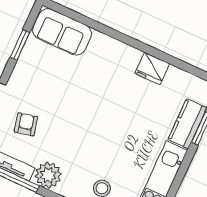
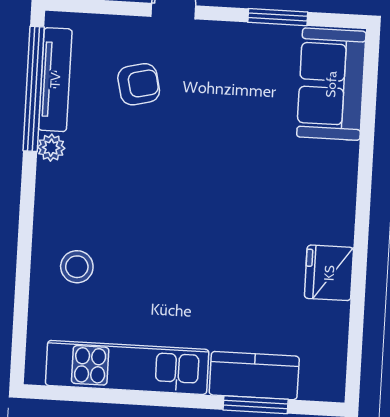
plant: (48, 175) -> (51, 148), width x0.53, depth x0.53

